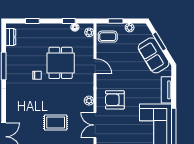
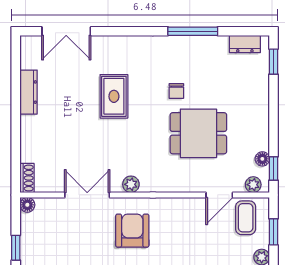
window: (32, 21) -> (274, 62), moved
window: (69, 21) -> (274, 169), moved
door: (95, 66) -> (219, 195), moved
rug: (56, 123) -> (114, 96), moved

